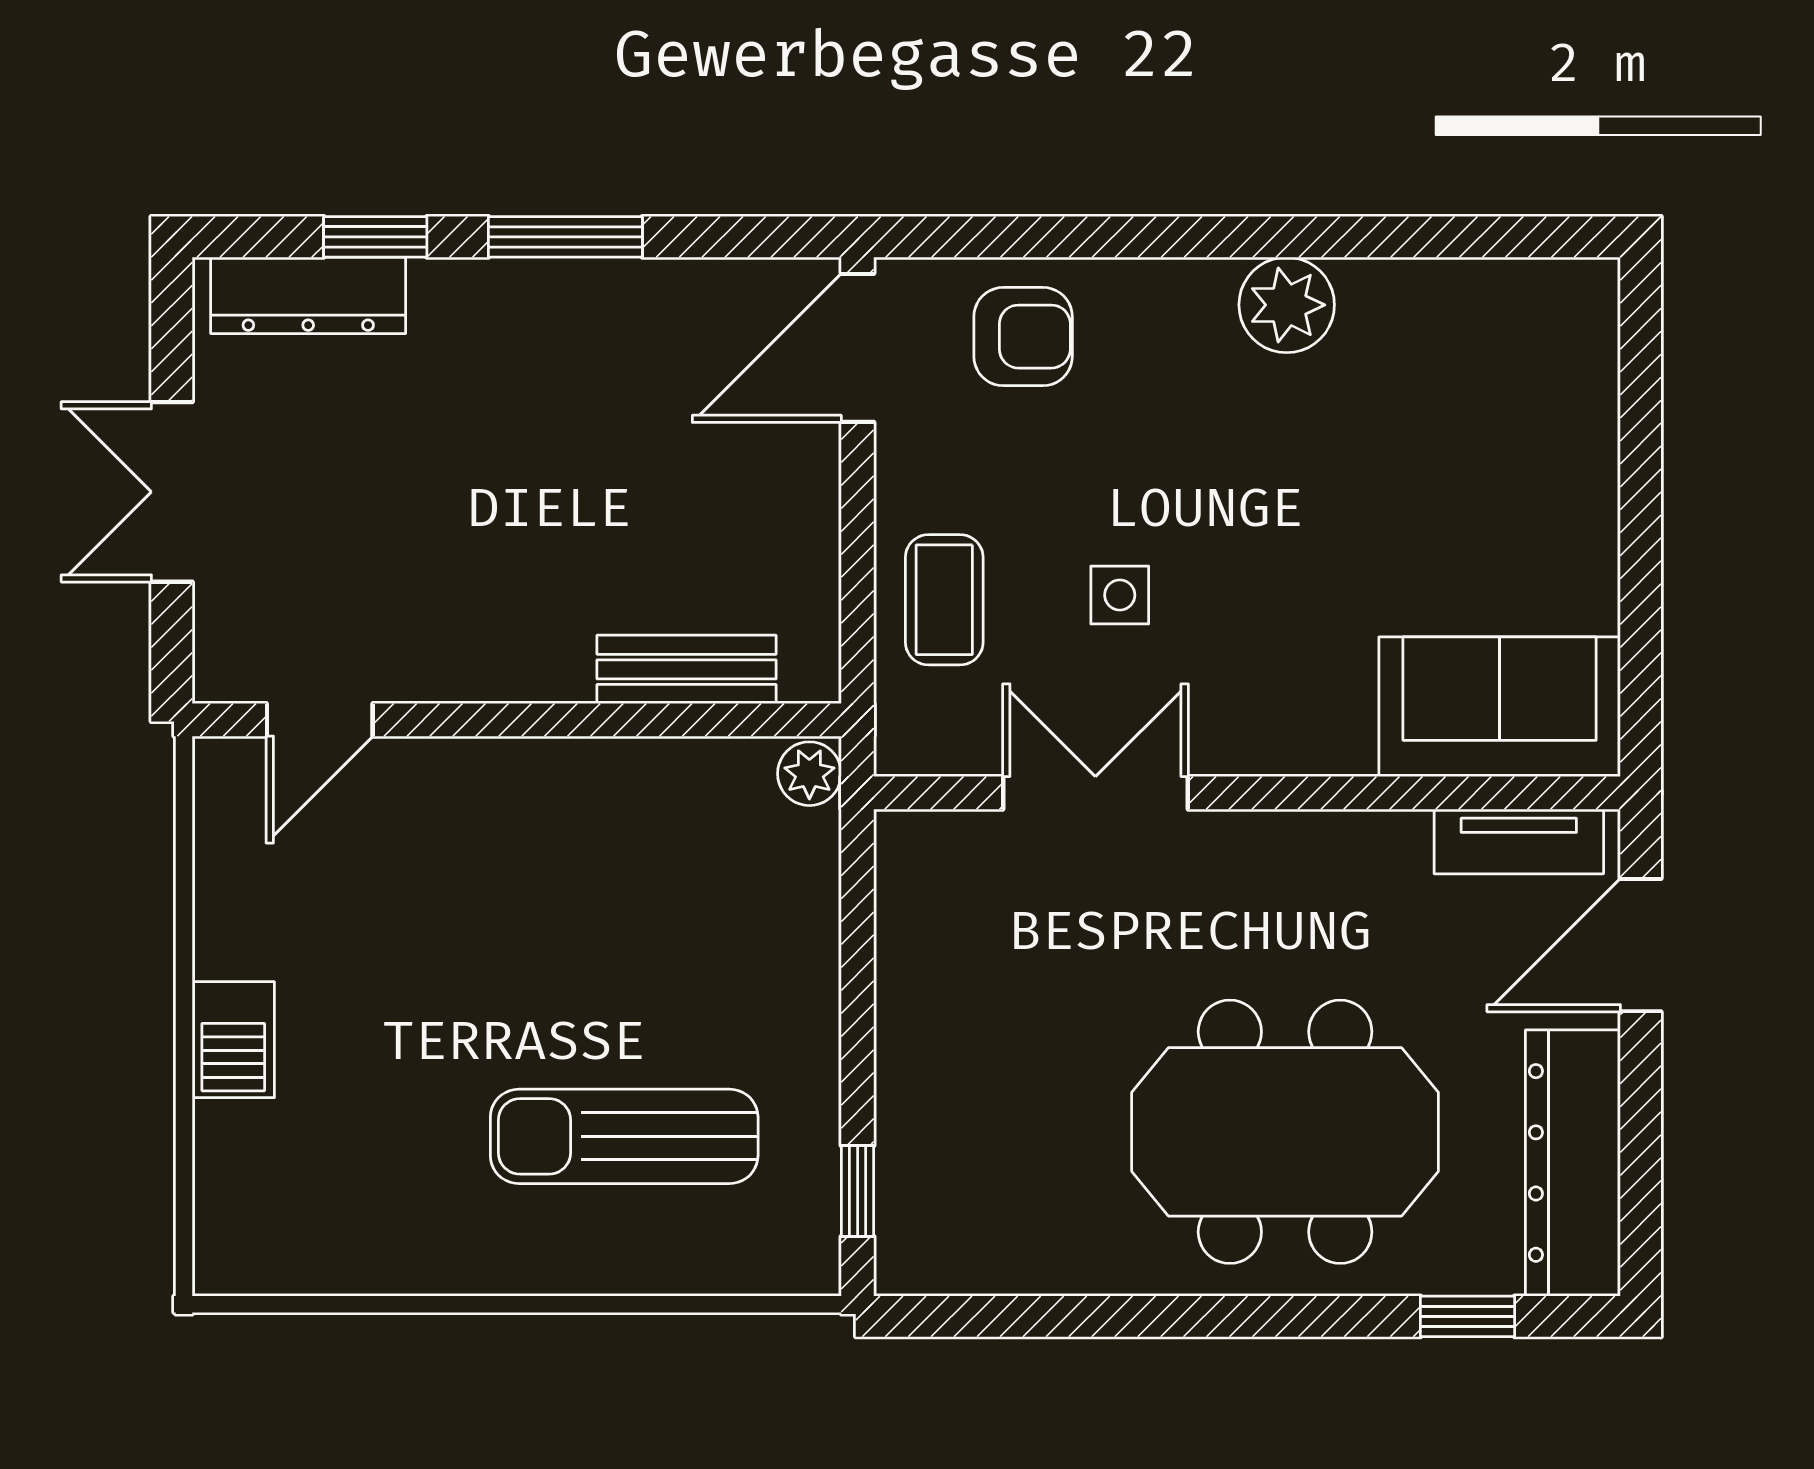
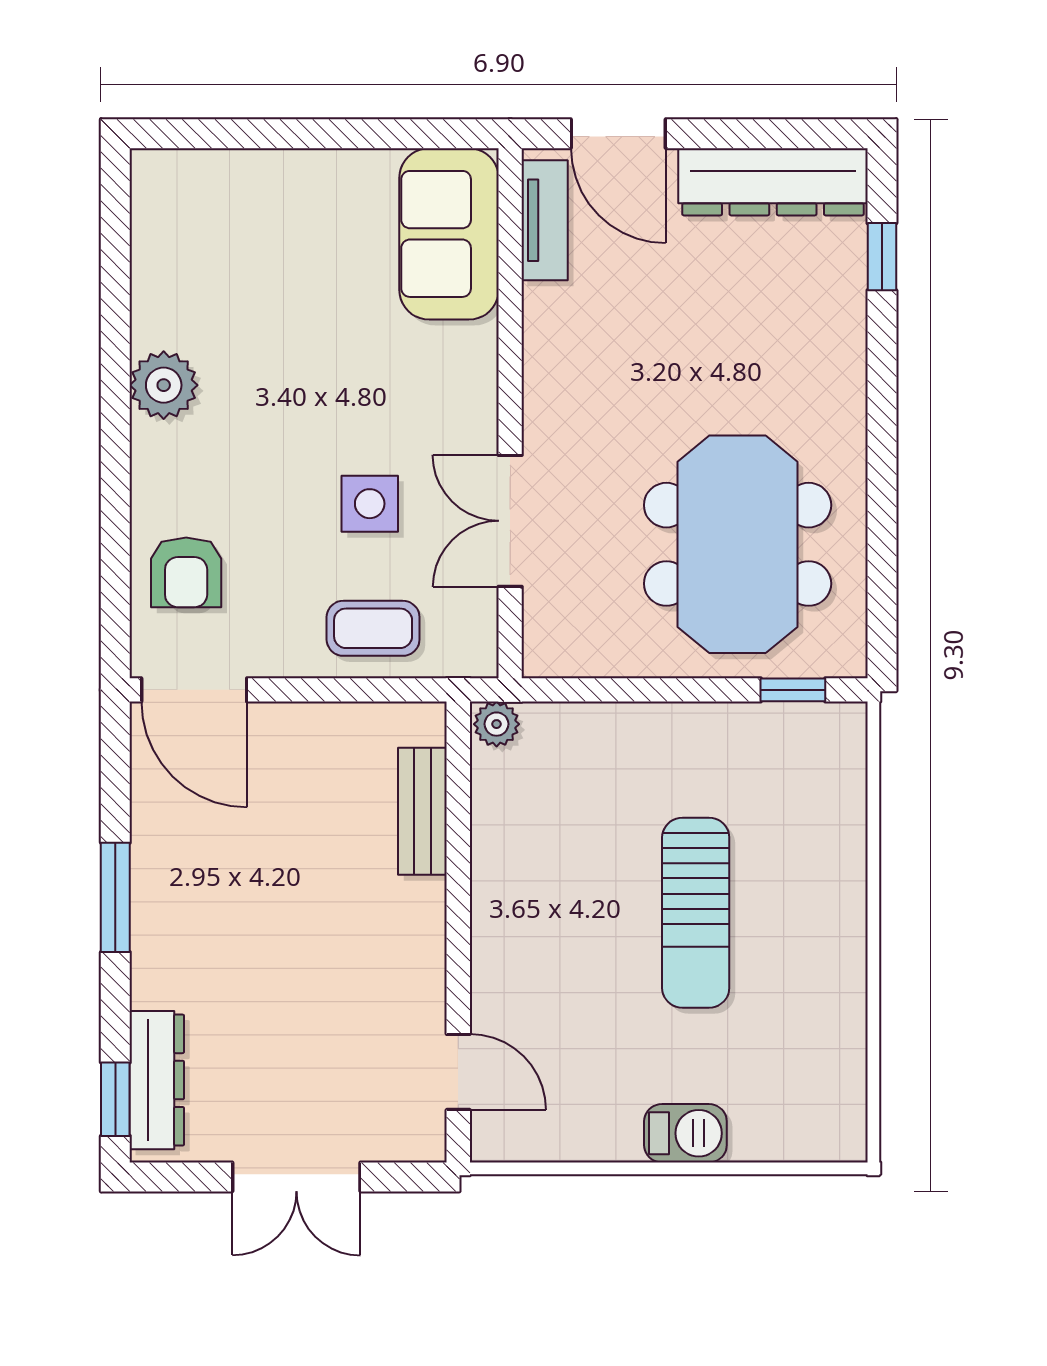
window: (375, 237) -> (115, 1099), moved
armchair: (1023, 337) -> (186, 572), turned 180
side table: (1120, 595) -> (370, 504), width x1.37, depth x1.37
meeting table: (1285, 1132) -> (738, 544), moved
sun lounger: (624, 1136) -> (696, 913), moved

